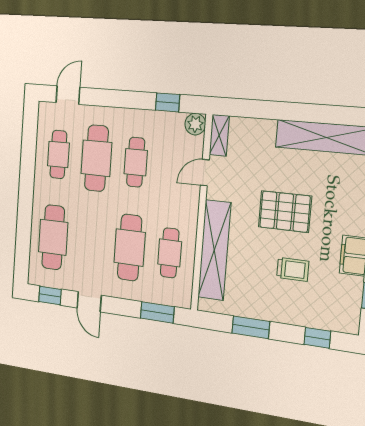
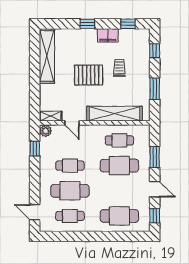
pallet: (285, 212) -> (89, 75), turned 90
door: (89, 302) -> (155, 189), hinge flipped
window: (157, 312) -> (155, 157), moved

